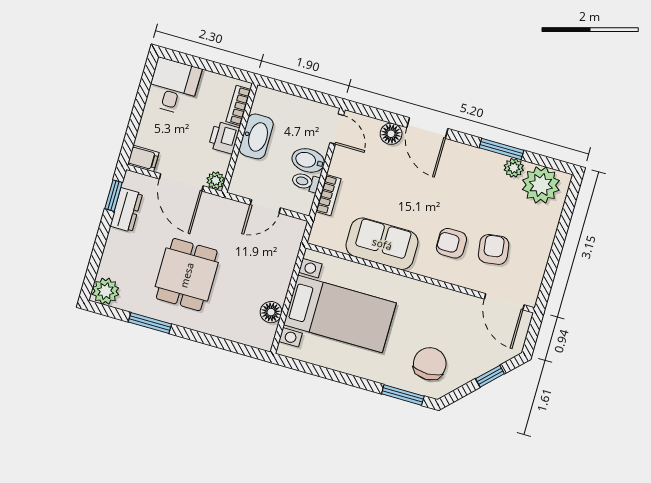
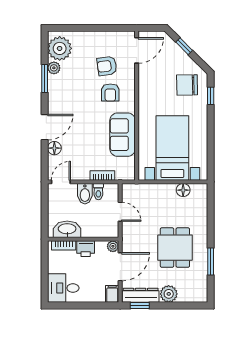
washbasin: (256, 136) -> (67, 229), moved
dresser: (126, 210) -> (141, 295), width x1.44
dining table: (187, 275) -> (175, 248), turned 90
plant: (105, 291) -> (169, 294), moved
window: (403, 395) -> (211, 96), width x0.67

